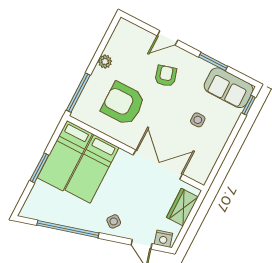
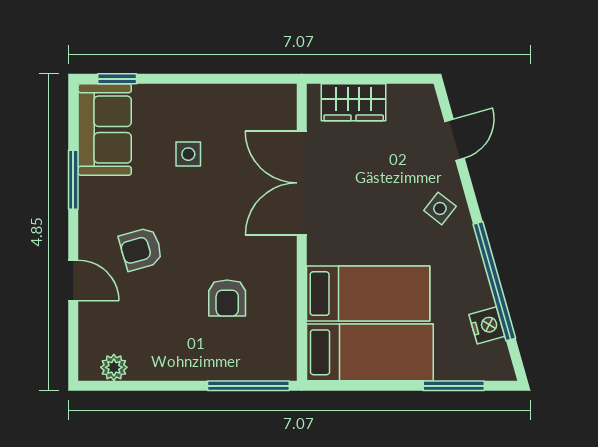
plant: (105, 62) -> (114, 367), moved
armchair: (123, 104) -> (227, 298), width x0.53, depth x0.53
window: (39, 168) -> (454, 386), moved
nightstand: (163, 239) -> (487, 325), moved

